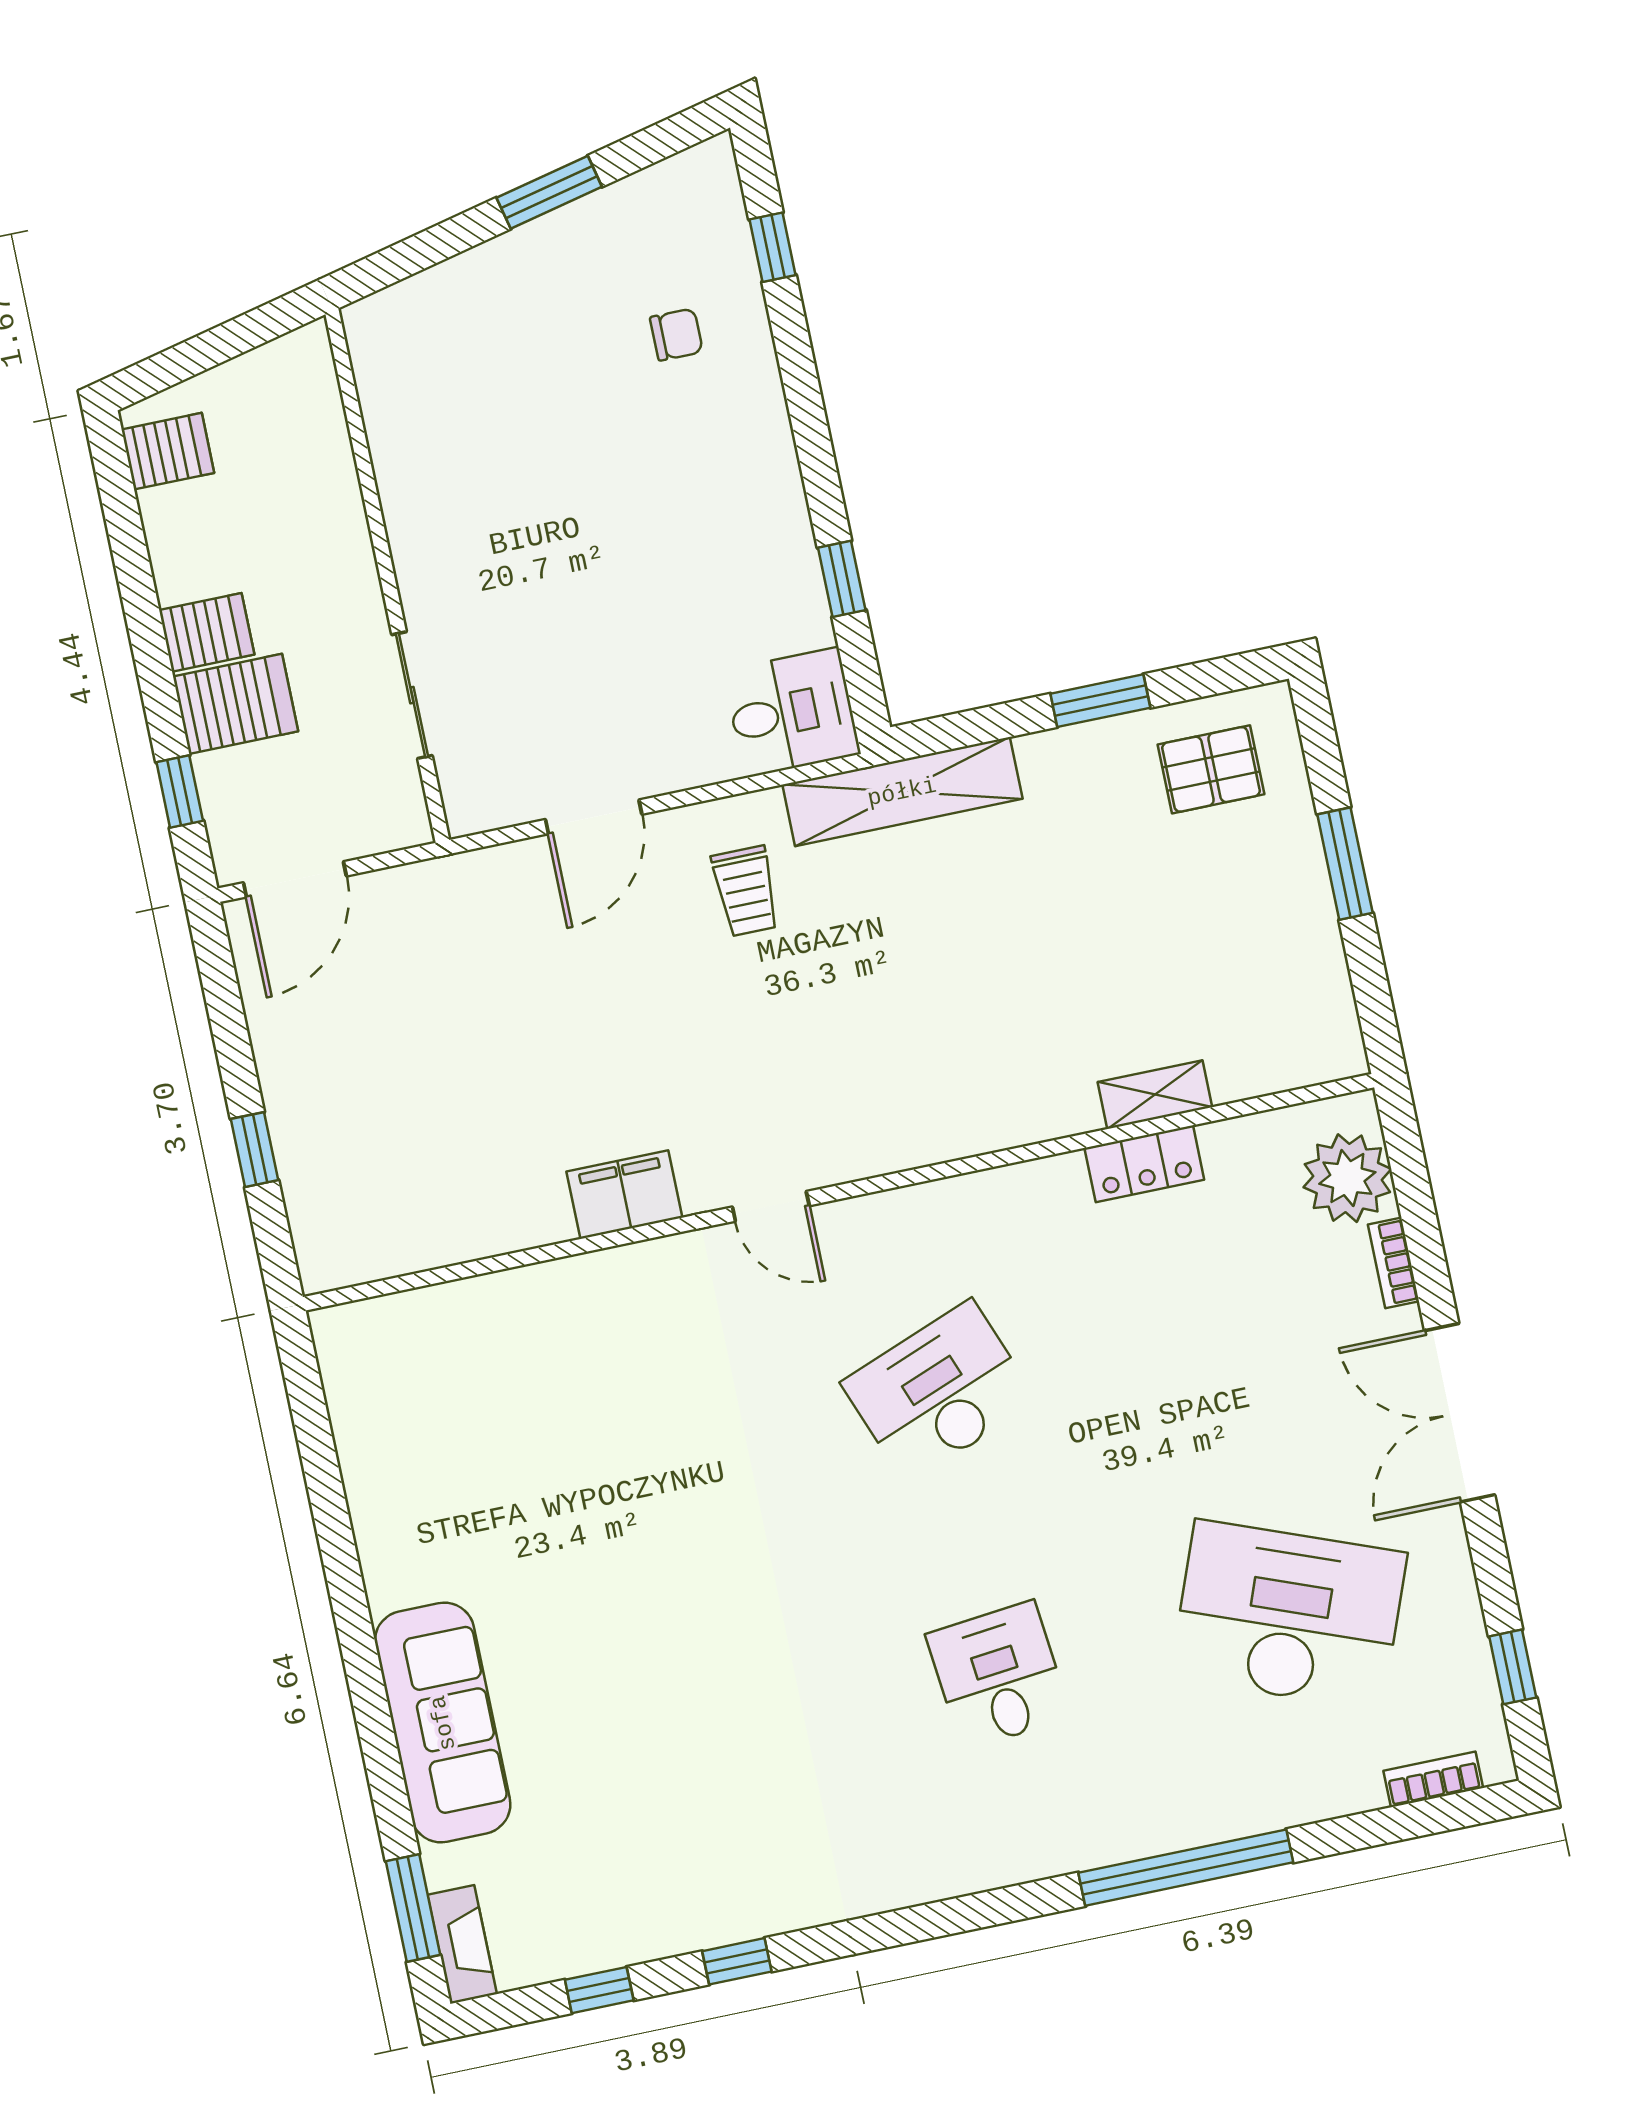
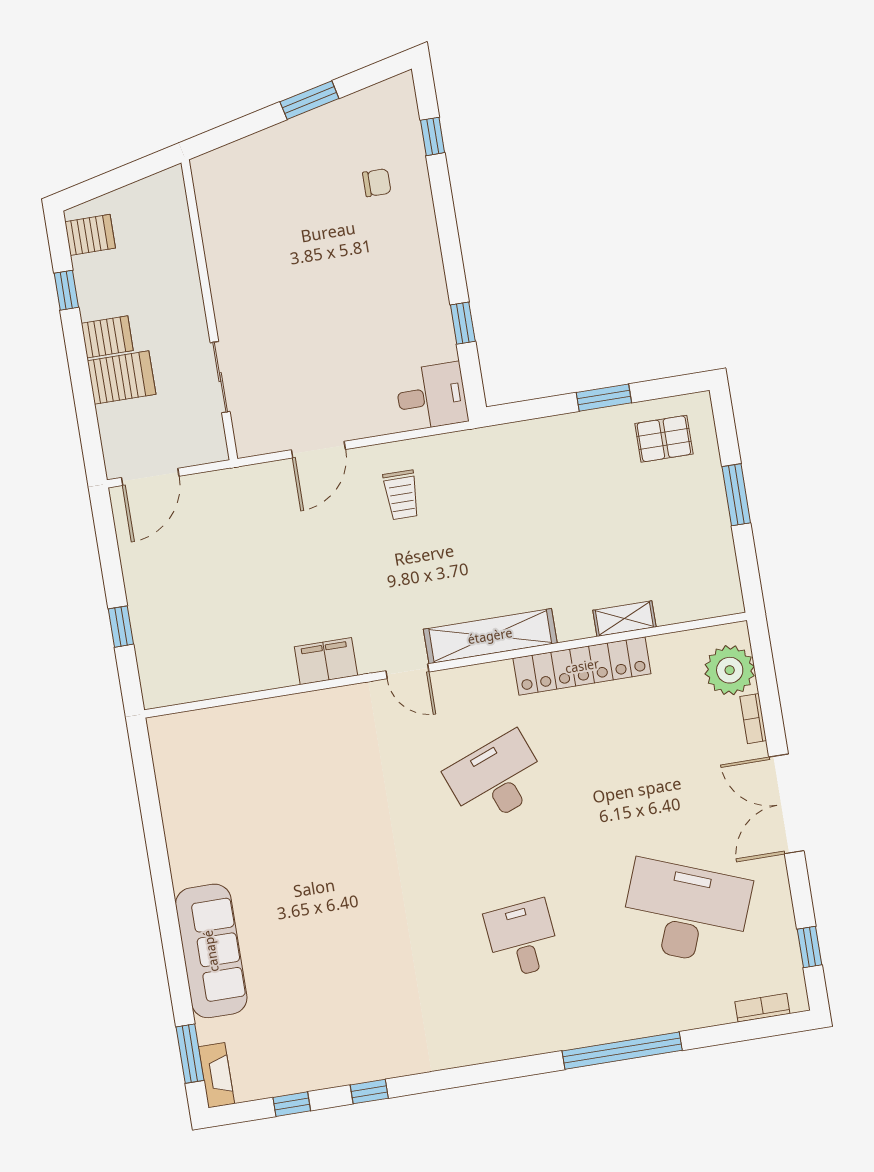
window: (180, 792) -> (66, 290), moved
shelving: (902, 792) -> (490, 636), moved
locker: (1144, 1164) -> (582, 666), width x2.16, depth x1.21

